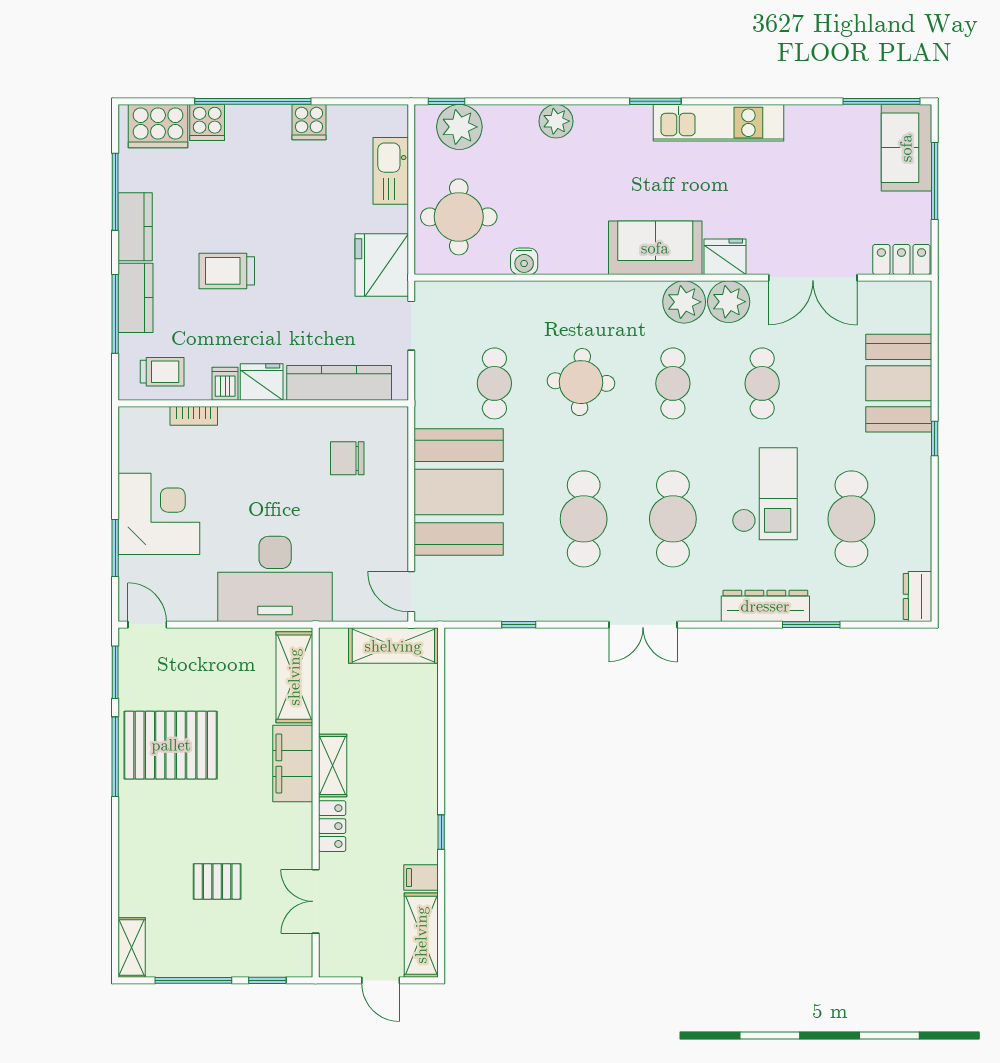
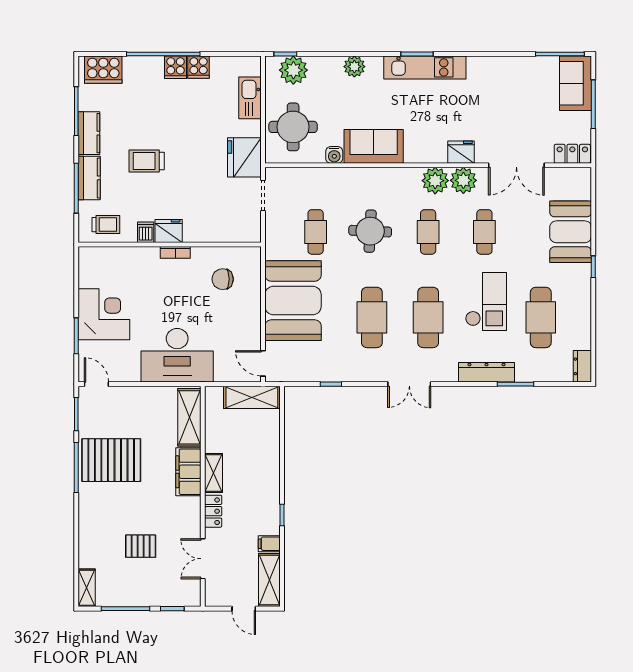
cooker: (207, 122) -> (176, 67), moved
kitchen unit: (718, 123) -> (425, 67), moved
sofa: (655, 248) -> (374, 146), moved
kitchen counter: (339, 383) -> (218, 232), removed
bookcase: (194, 416) -> (175, 252), moved

